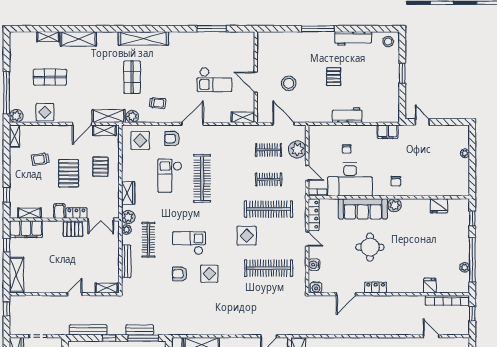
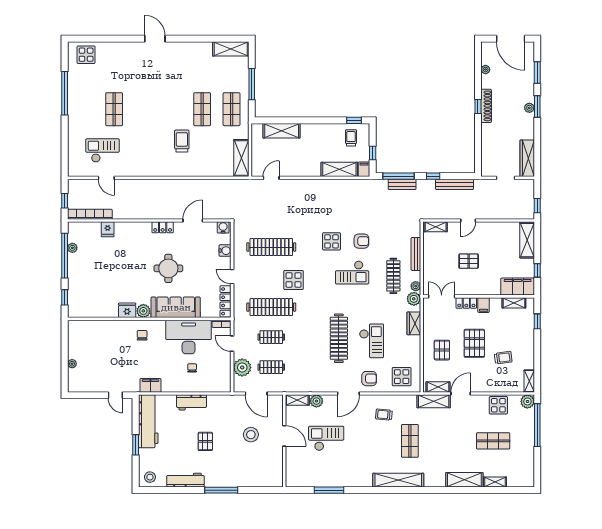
workbench: (390, 96) -> (148, 421), added
plant: (132, 116) -> (316, 401), moved
fridge: (439, 206) -> (127, 310), moved
pallet: (73, 229) -> (469, 261), moved

